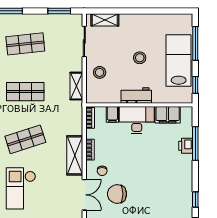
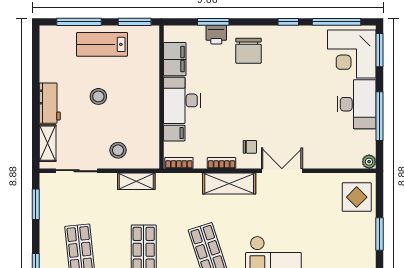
lab bench: (179, 60) -> (102, 44), width x0.73, depth x0.72
window: (195, 85) -> (135, 22), width x1.50
workbench: (136, 95) -> (50, 103), moved, turned 180
window: (195, 143) -> (213, 22), width x0.69
chair: (117, 194) -> (248, 51), moved

